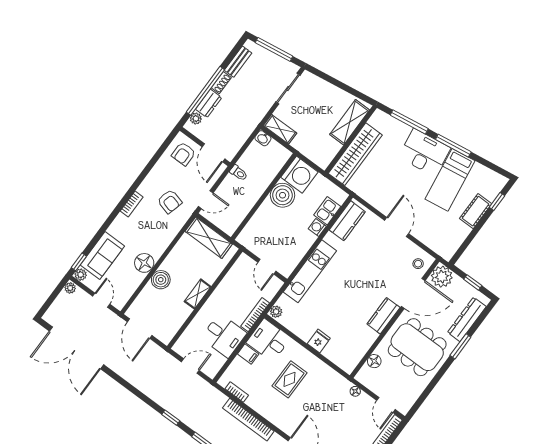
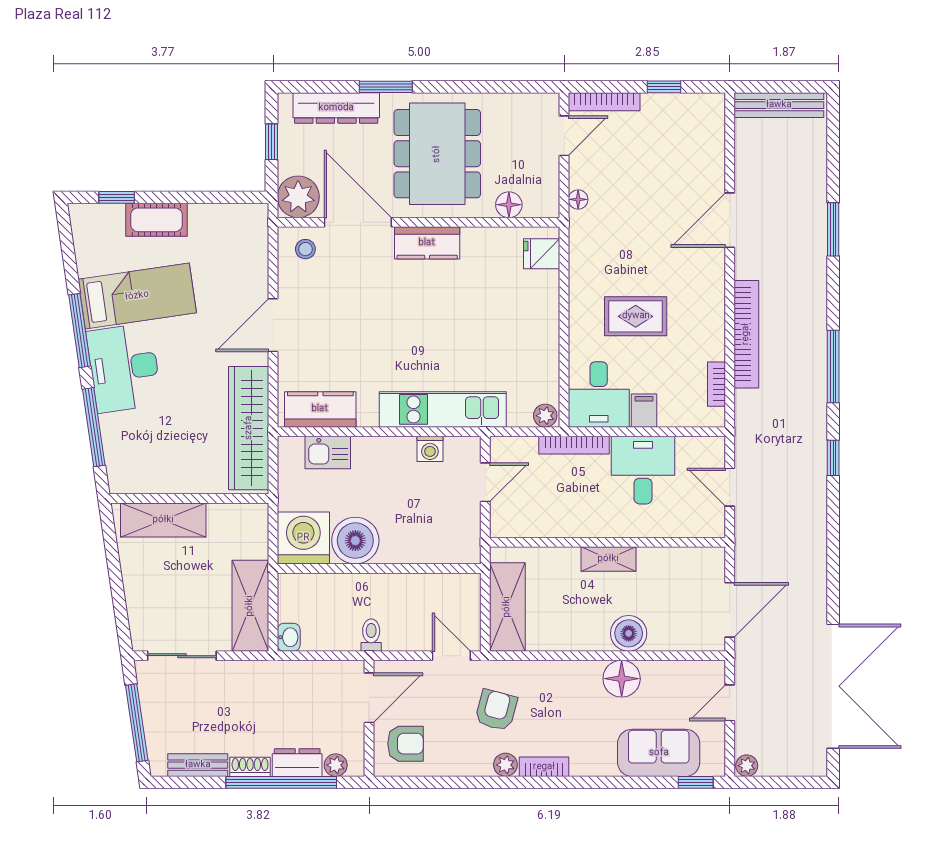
shelving: (280, 129) -> (250, 606), width x1.50, depth x1.33
wardrobe: (355, 154) -> (249, 428), moved, turned -90
washing machine: (317, 227) -> (430, 449), moved
plant: (81, 275) -> (505, 765), moved
fridge: (319, 341) -> (542, 254), moved

